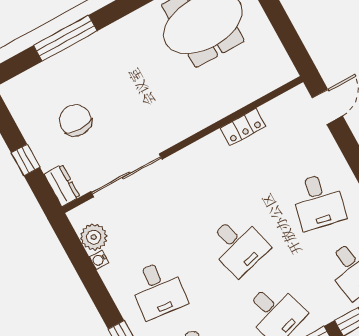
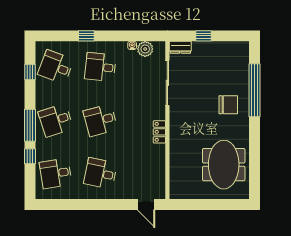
window: (65, 38) -> (254, 90), width x1.46
chair: (75, 120) -> (228, 105), moved
locker: (243, 127) -> (159, 132), moved

